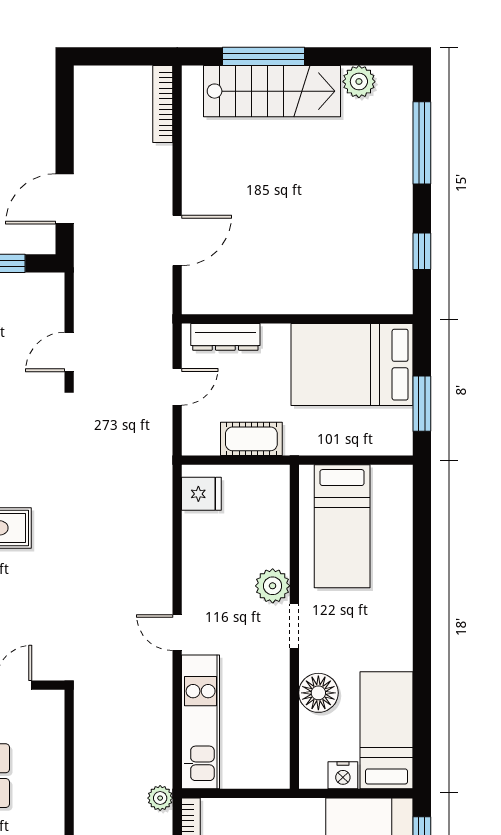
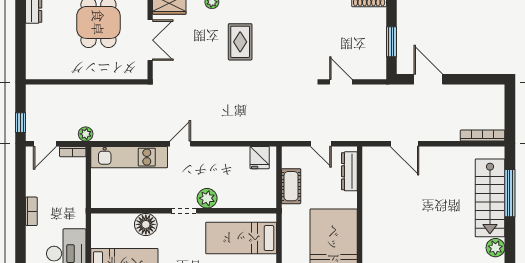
nightstand: (343, 775) -> (99, 239), removed

